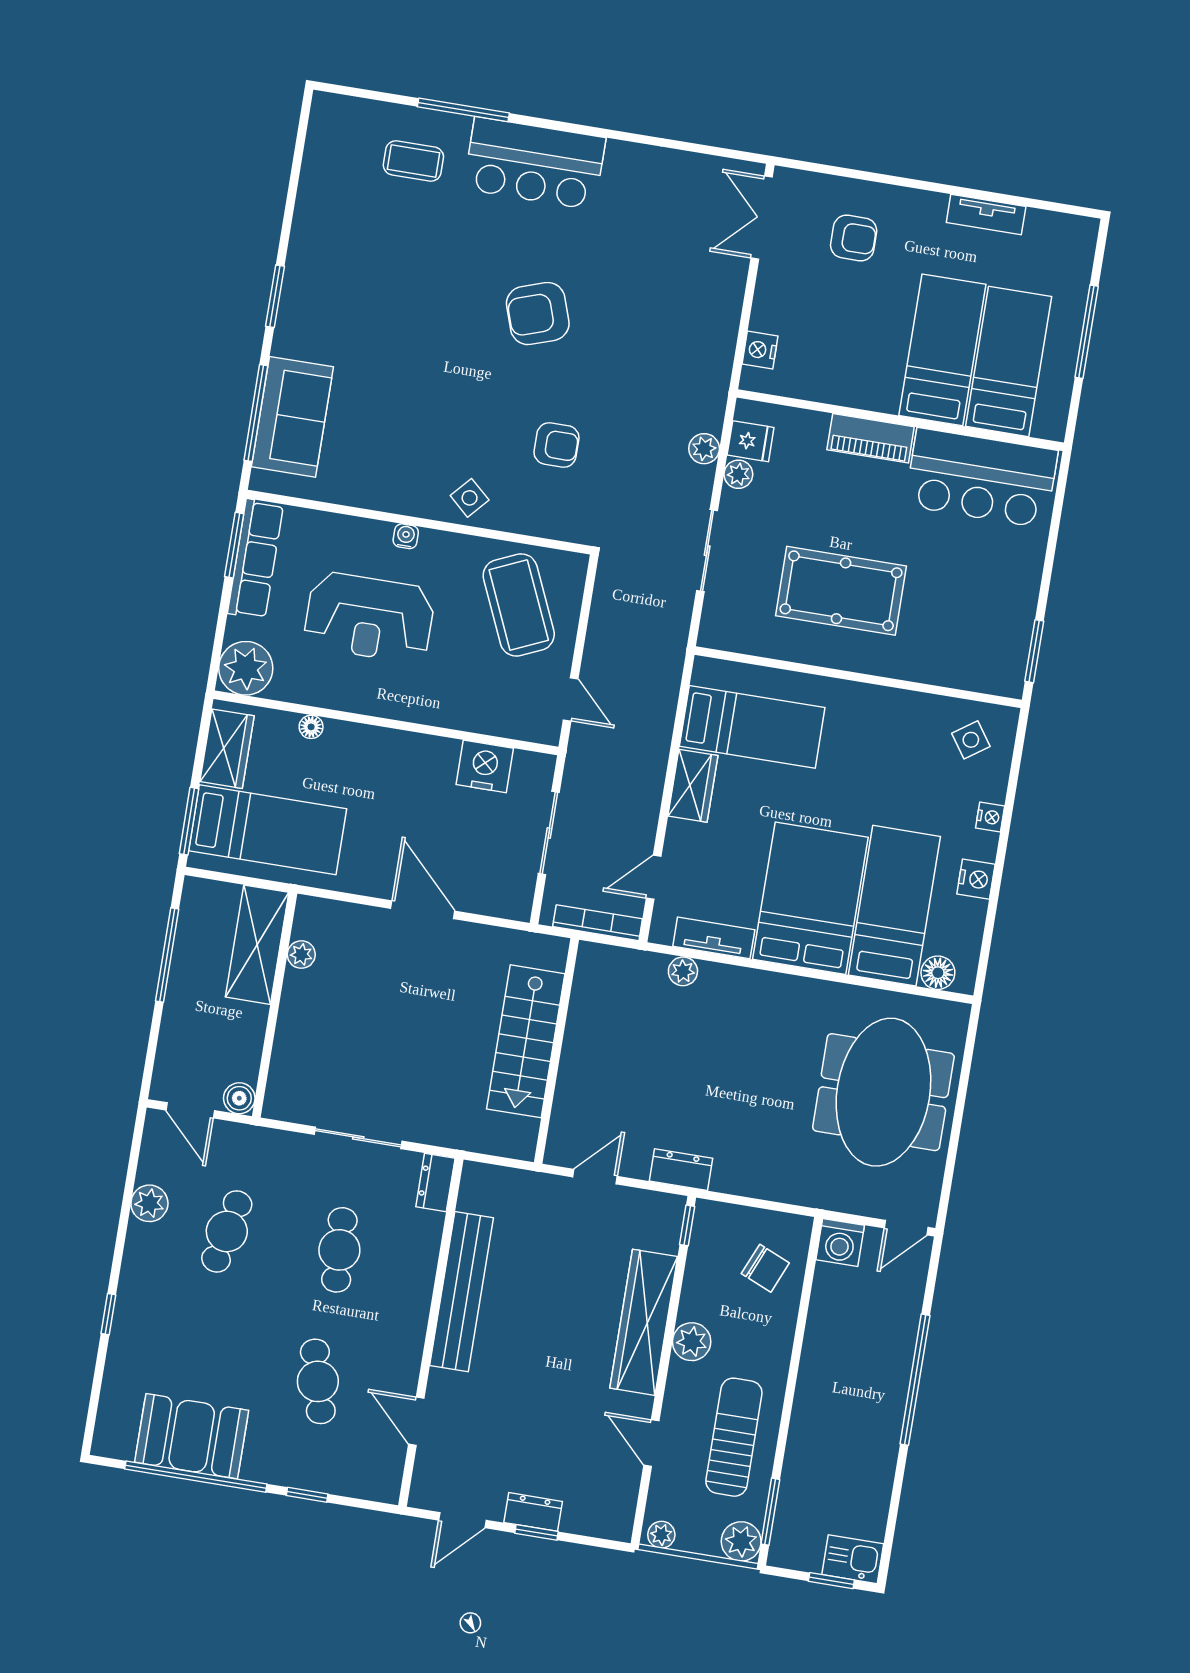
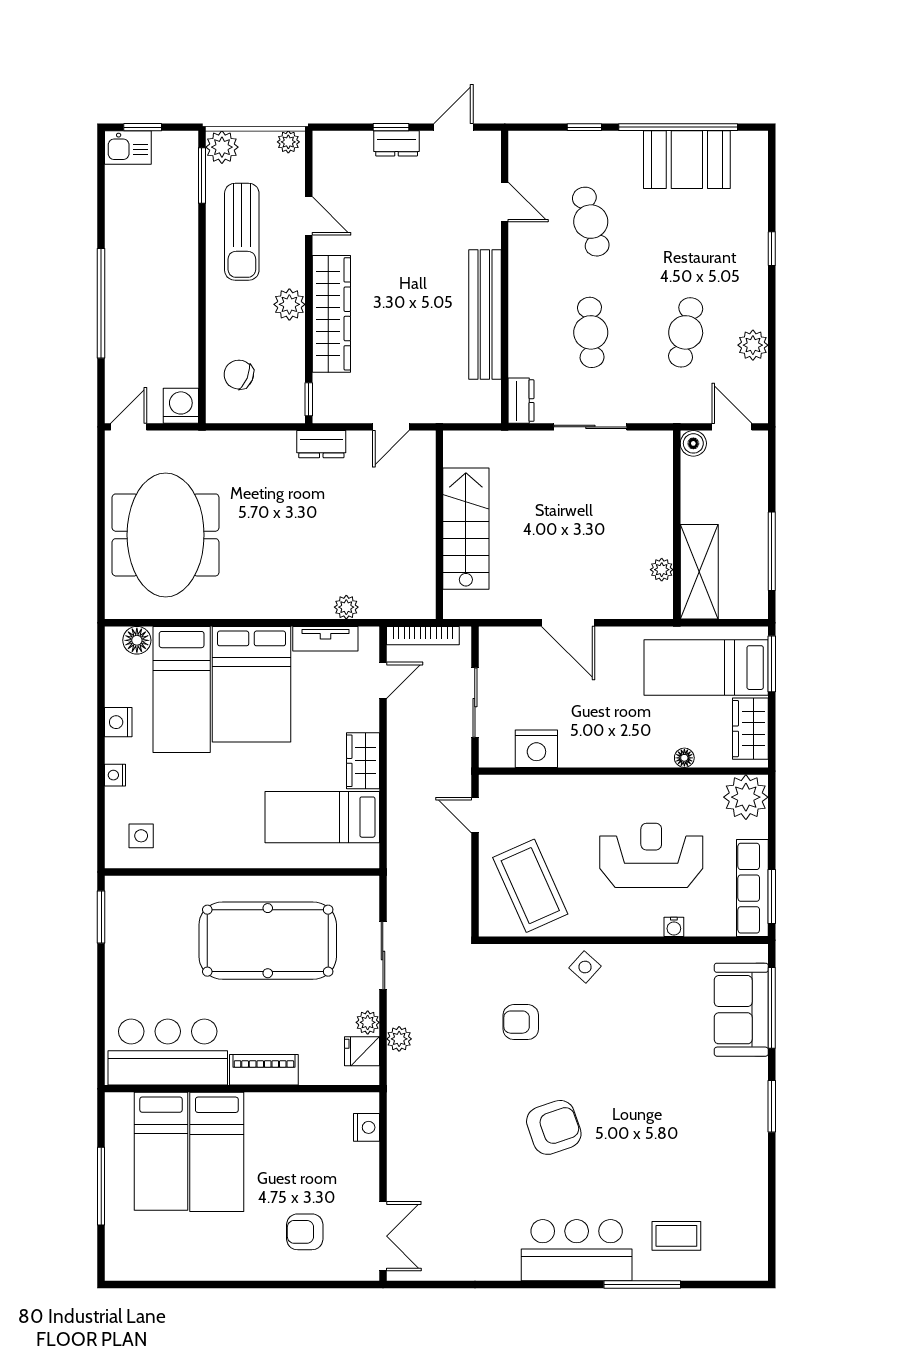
tv unit: (986, 215) -> (199, 1269), removed
water cooler: (406, 536) -> (674, 927), moved
pool table: (841, 591) -> (268, 941), width x1.36, depth x1.32
side table: (971, 740) -> (141, 836), turned 35

